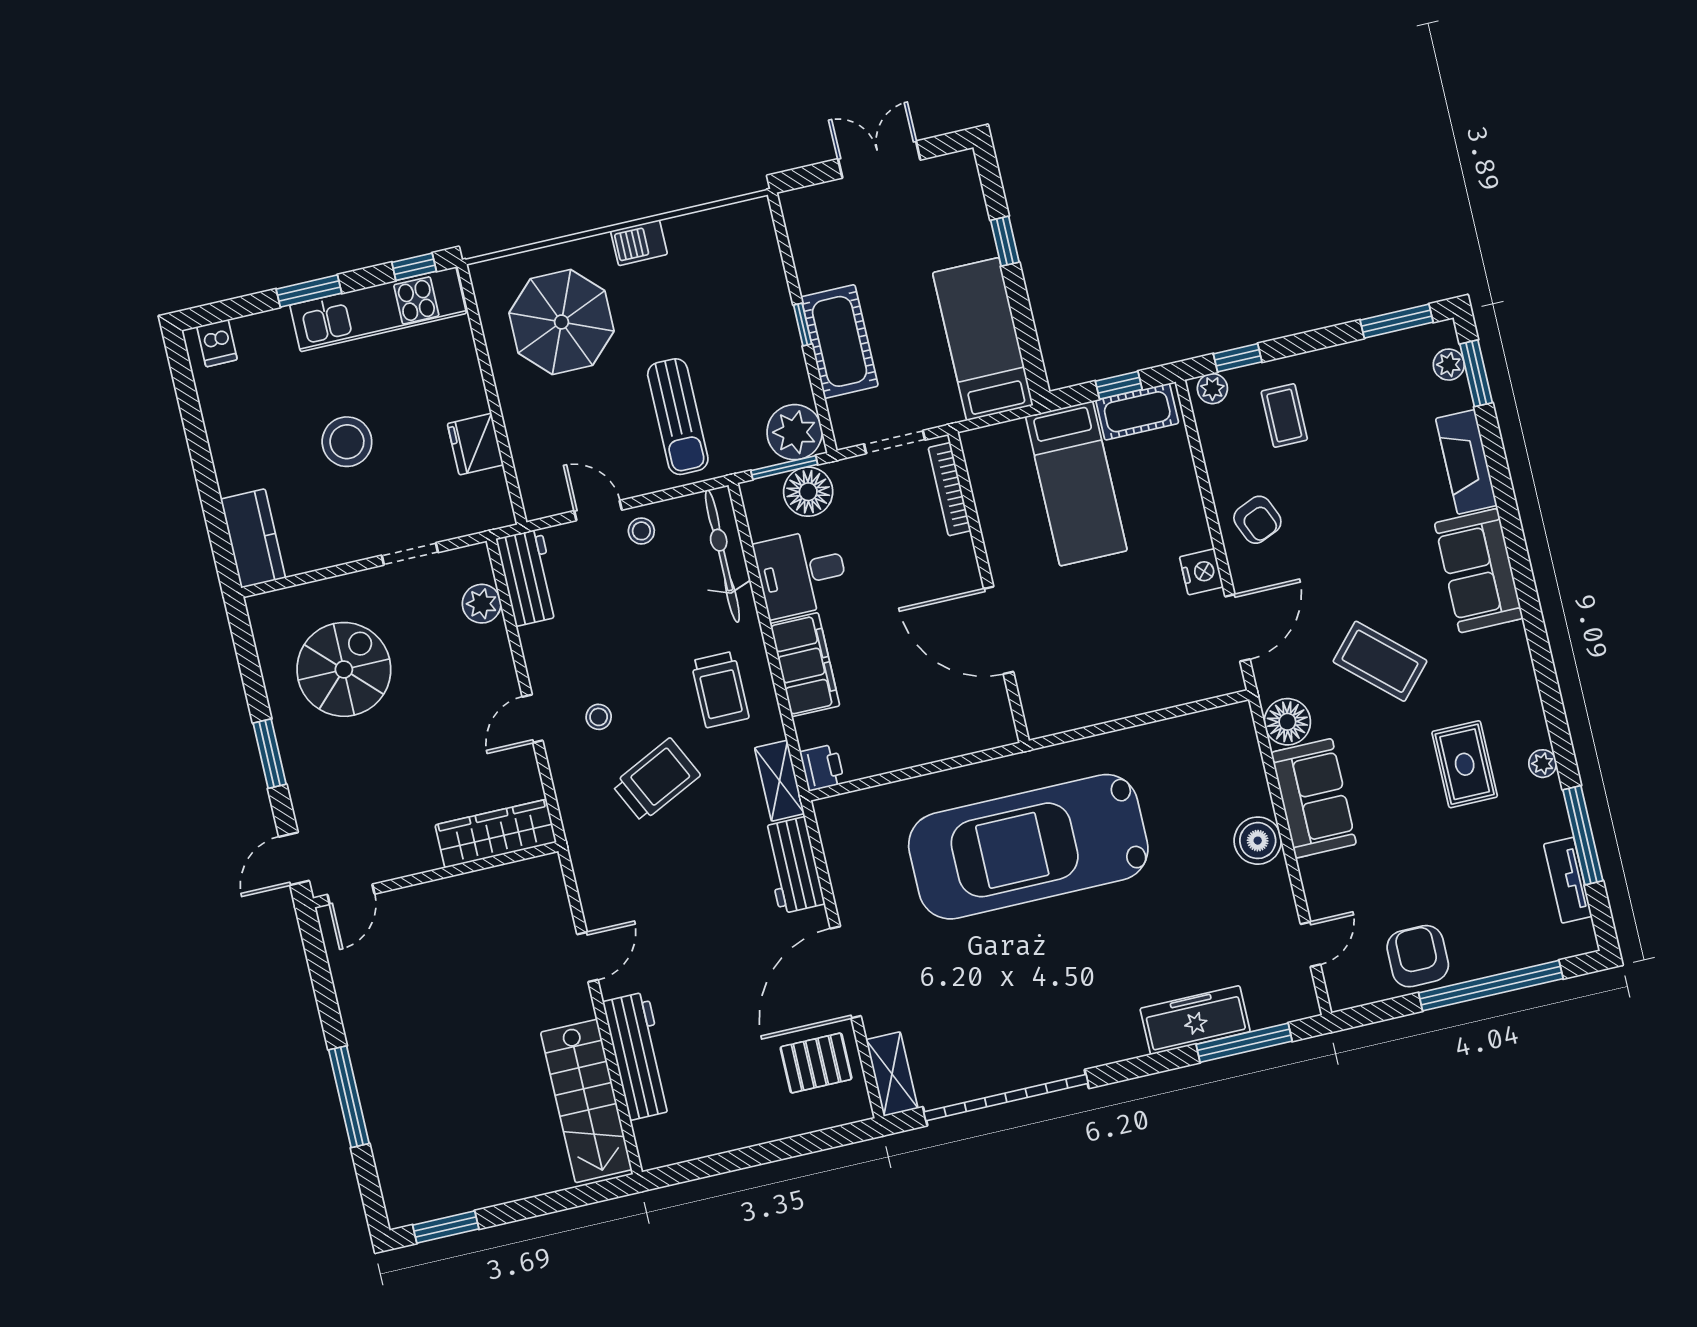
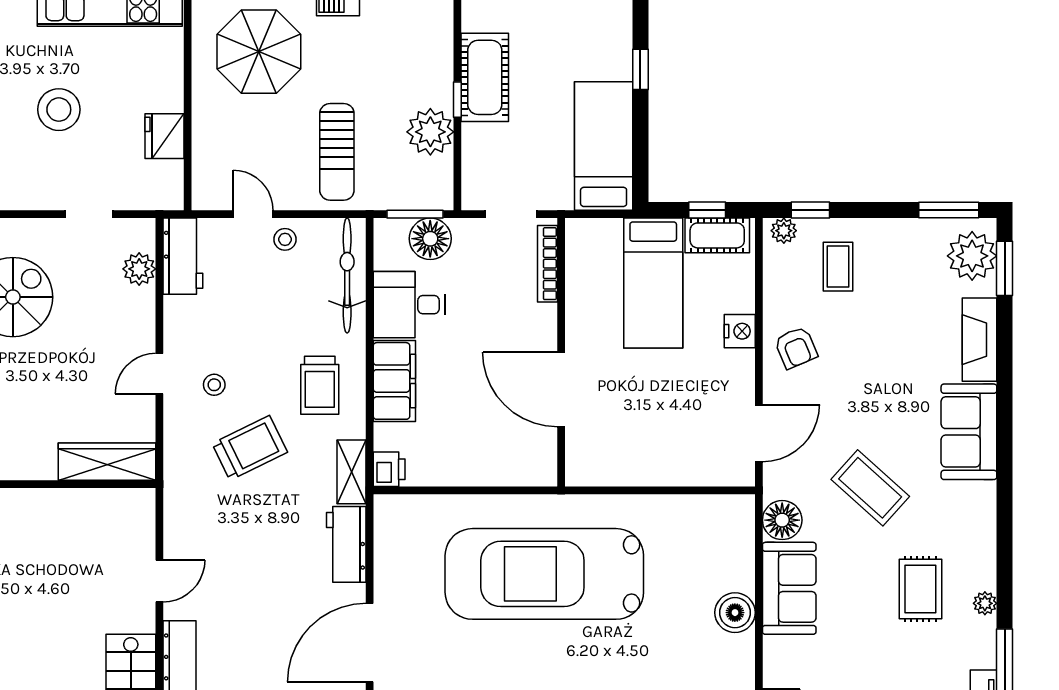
cot: (840, 341) -> (485, 77), moved
plant: (1449, 365) -> (972, 256), width x1.88, depth x1.88
plant: (795, 432) -> (430, 132), moved
nightstand: (1201, 572) -> (740, 331), moved

